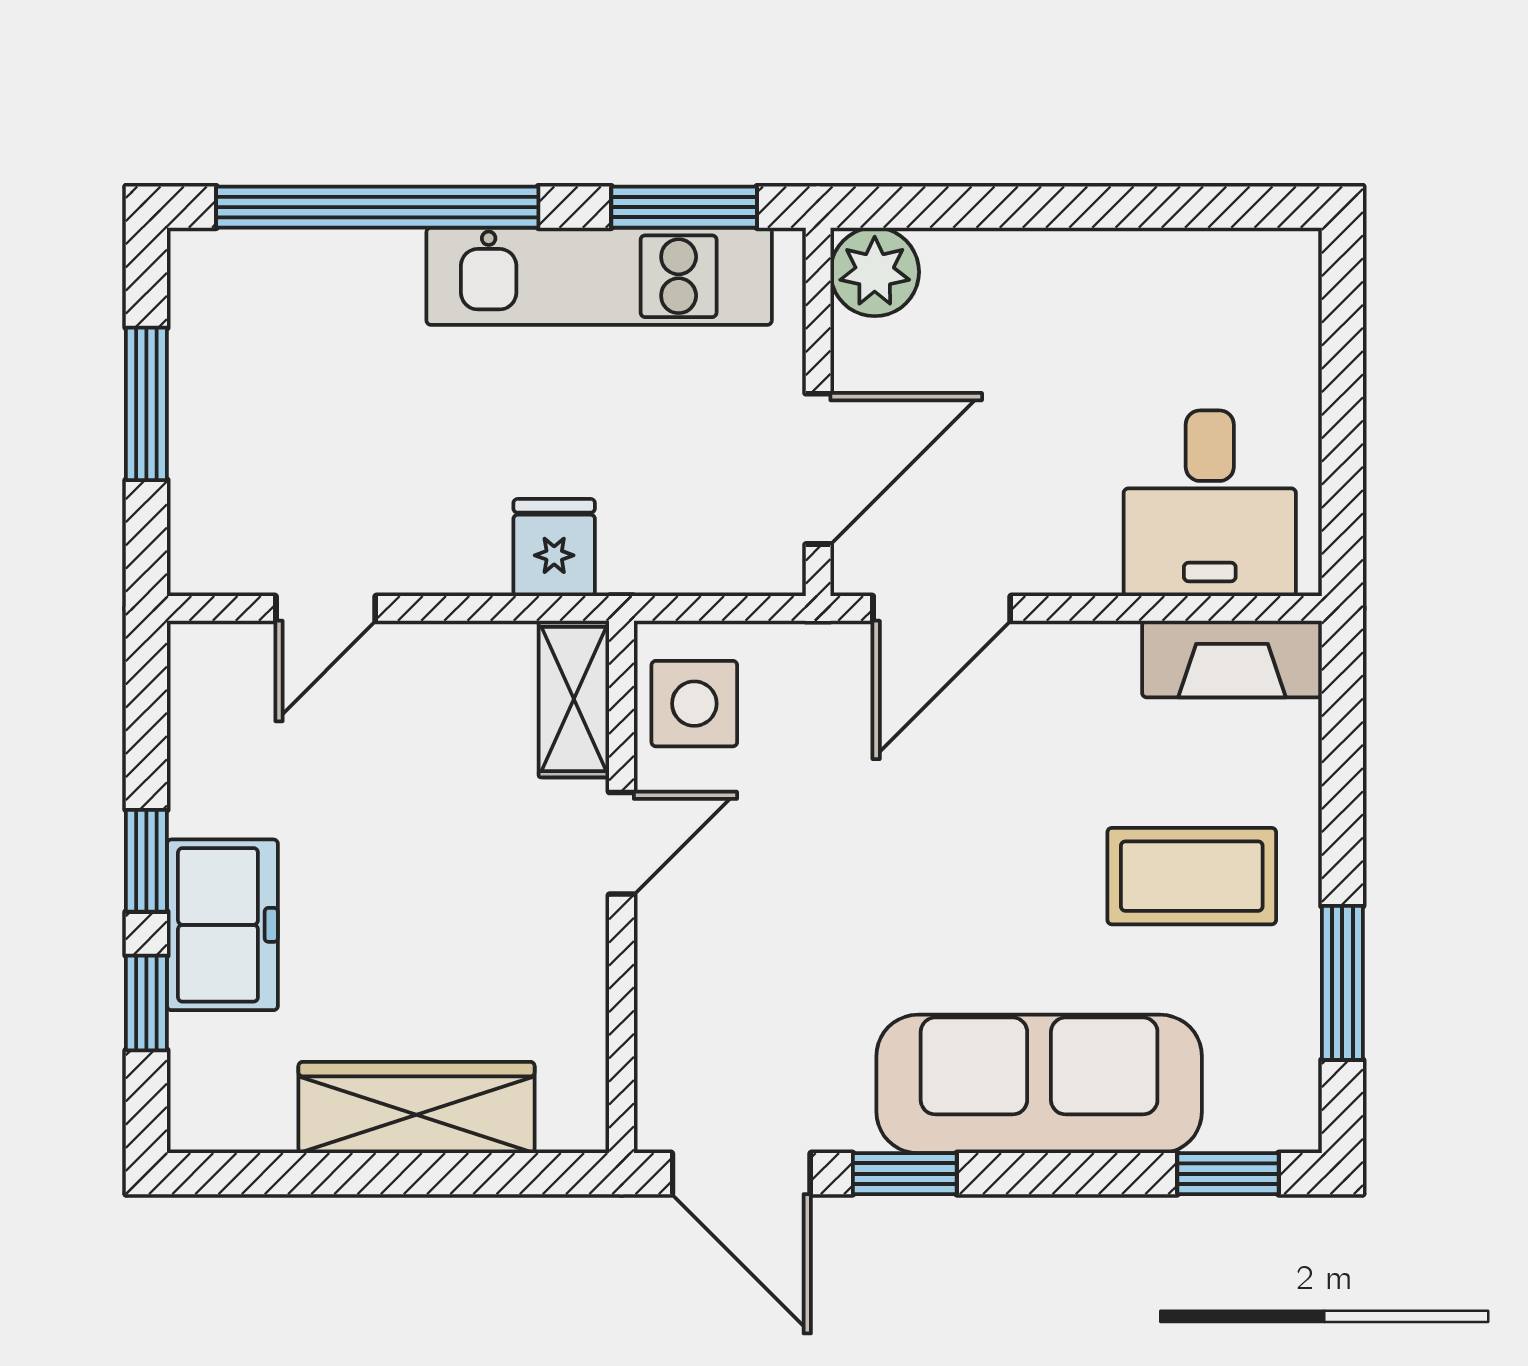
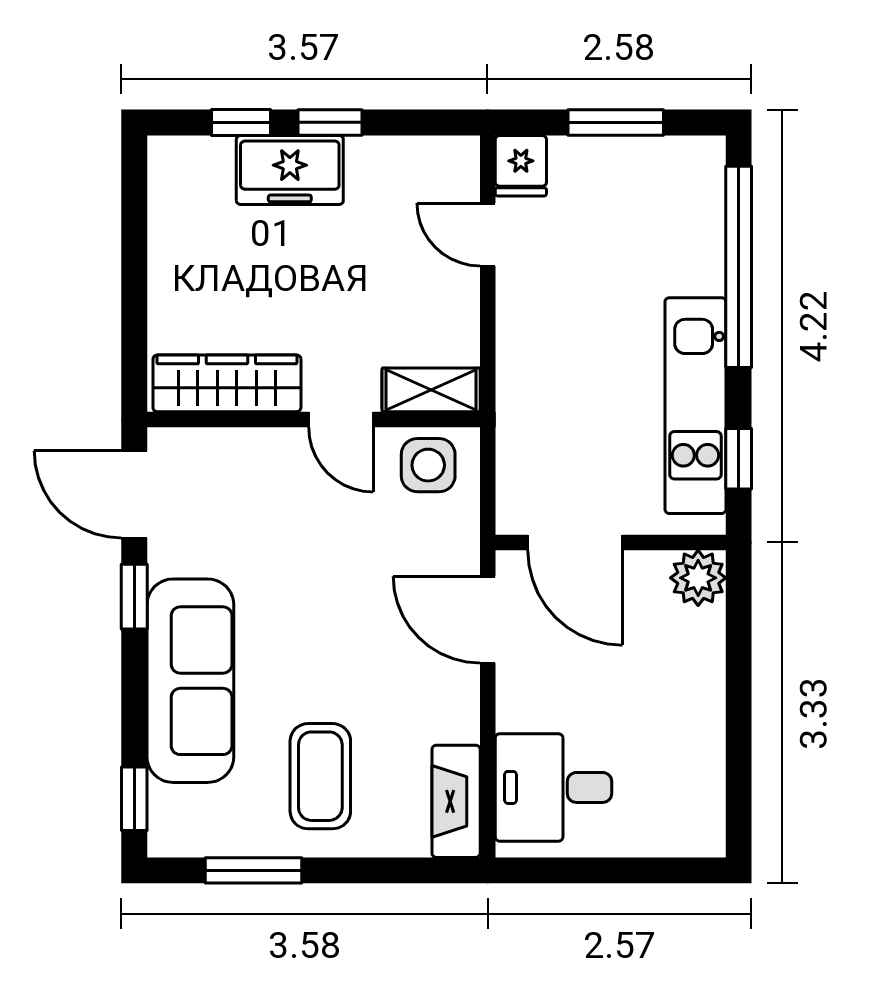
window: (684, 207) -> (739, 459), width x0.67
fridge: (554, 548) -> (521, 166), moved, turned 90
wardrobe: (417, 1108) -> (227, 383), moved, turned -90
door: (741, 1174) -> (134, 494), hinge flipped

